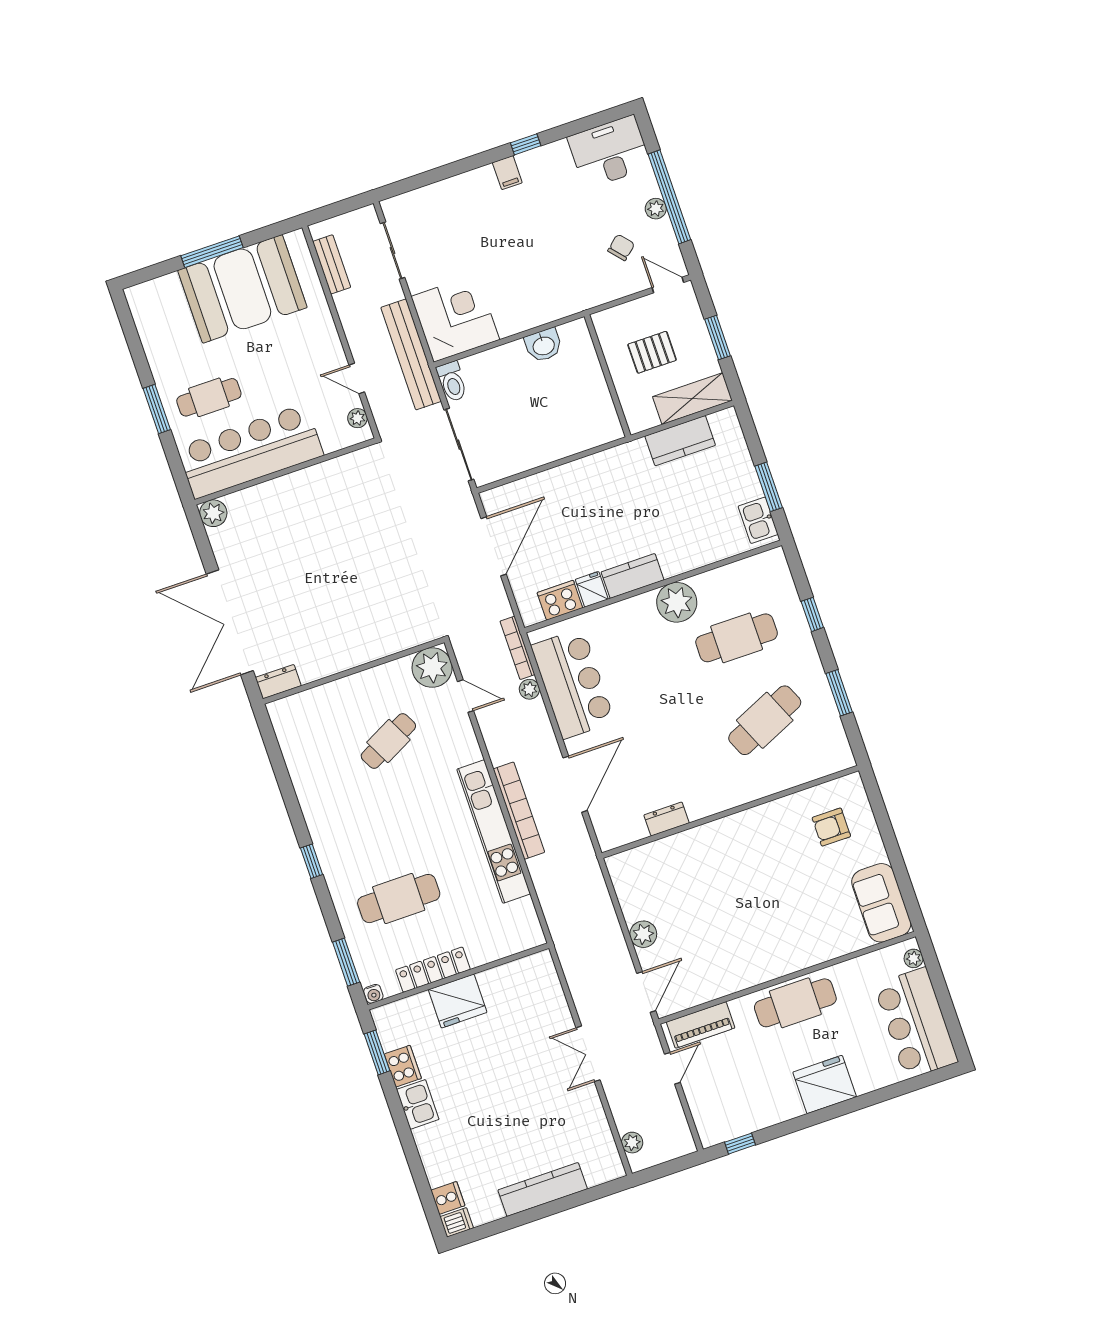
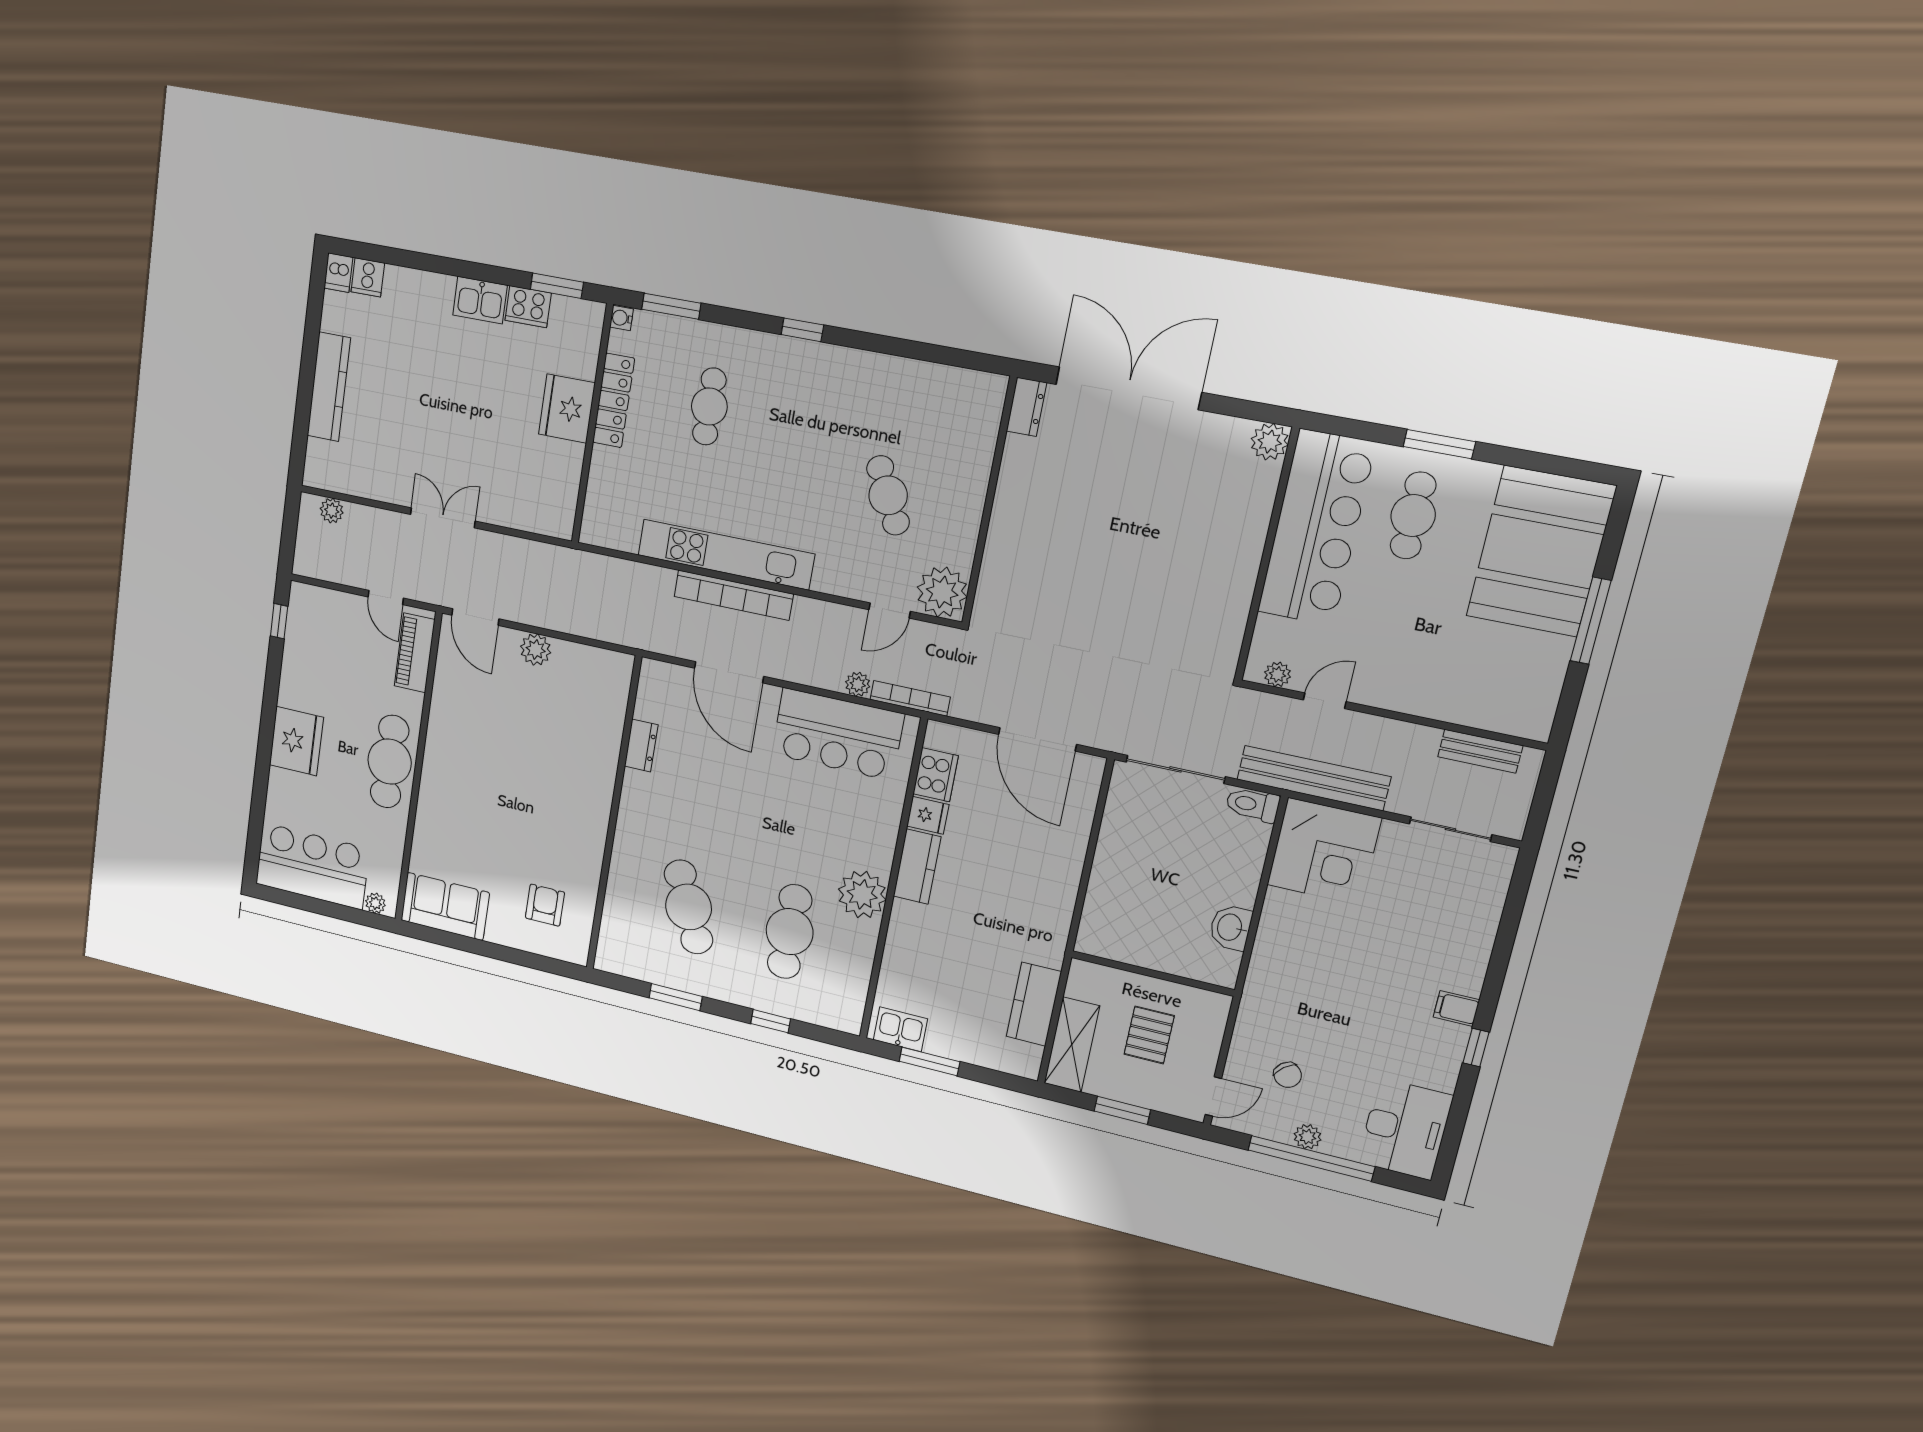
booth: (242, 289) -> (1541, 551), moved
cafe table: (399, 899) -> (709, 407), width x0.73, depth x0.74

